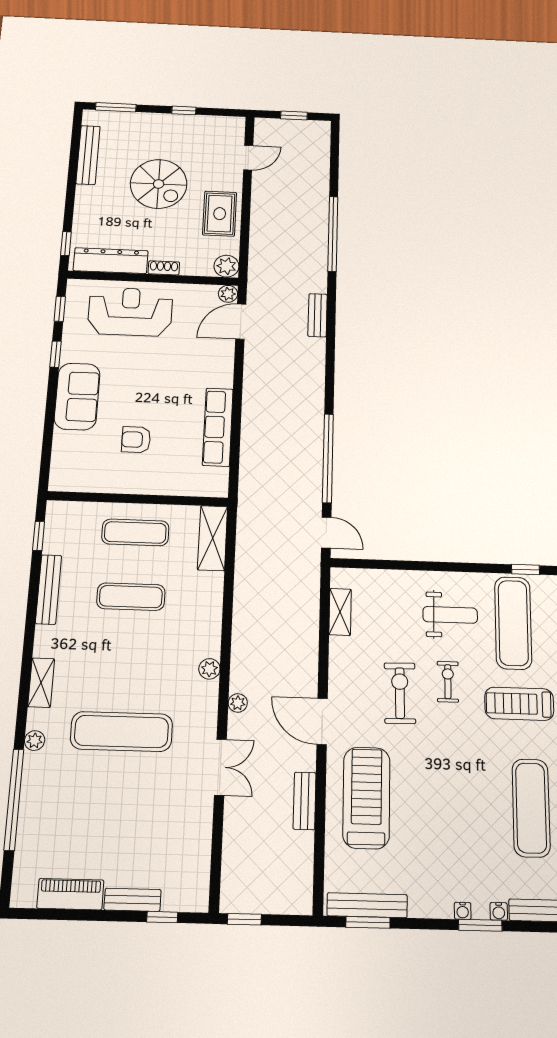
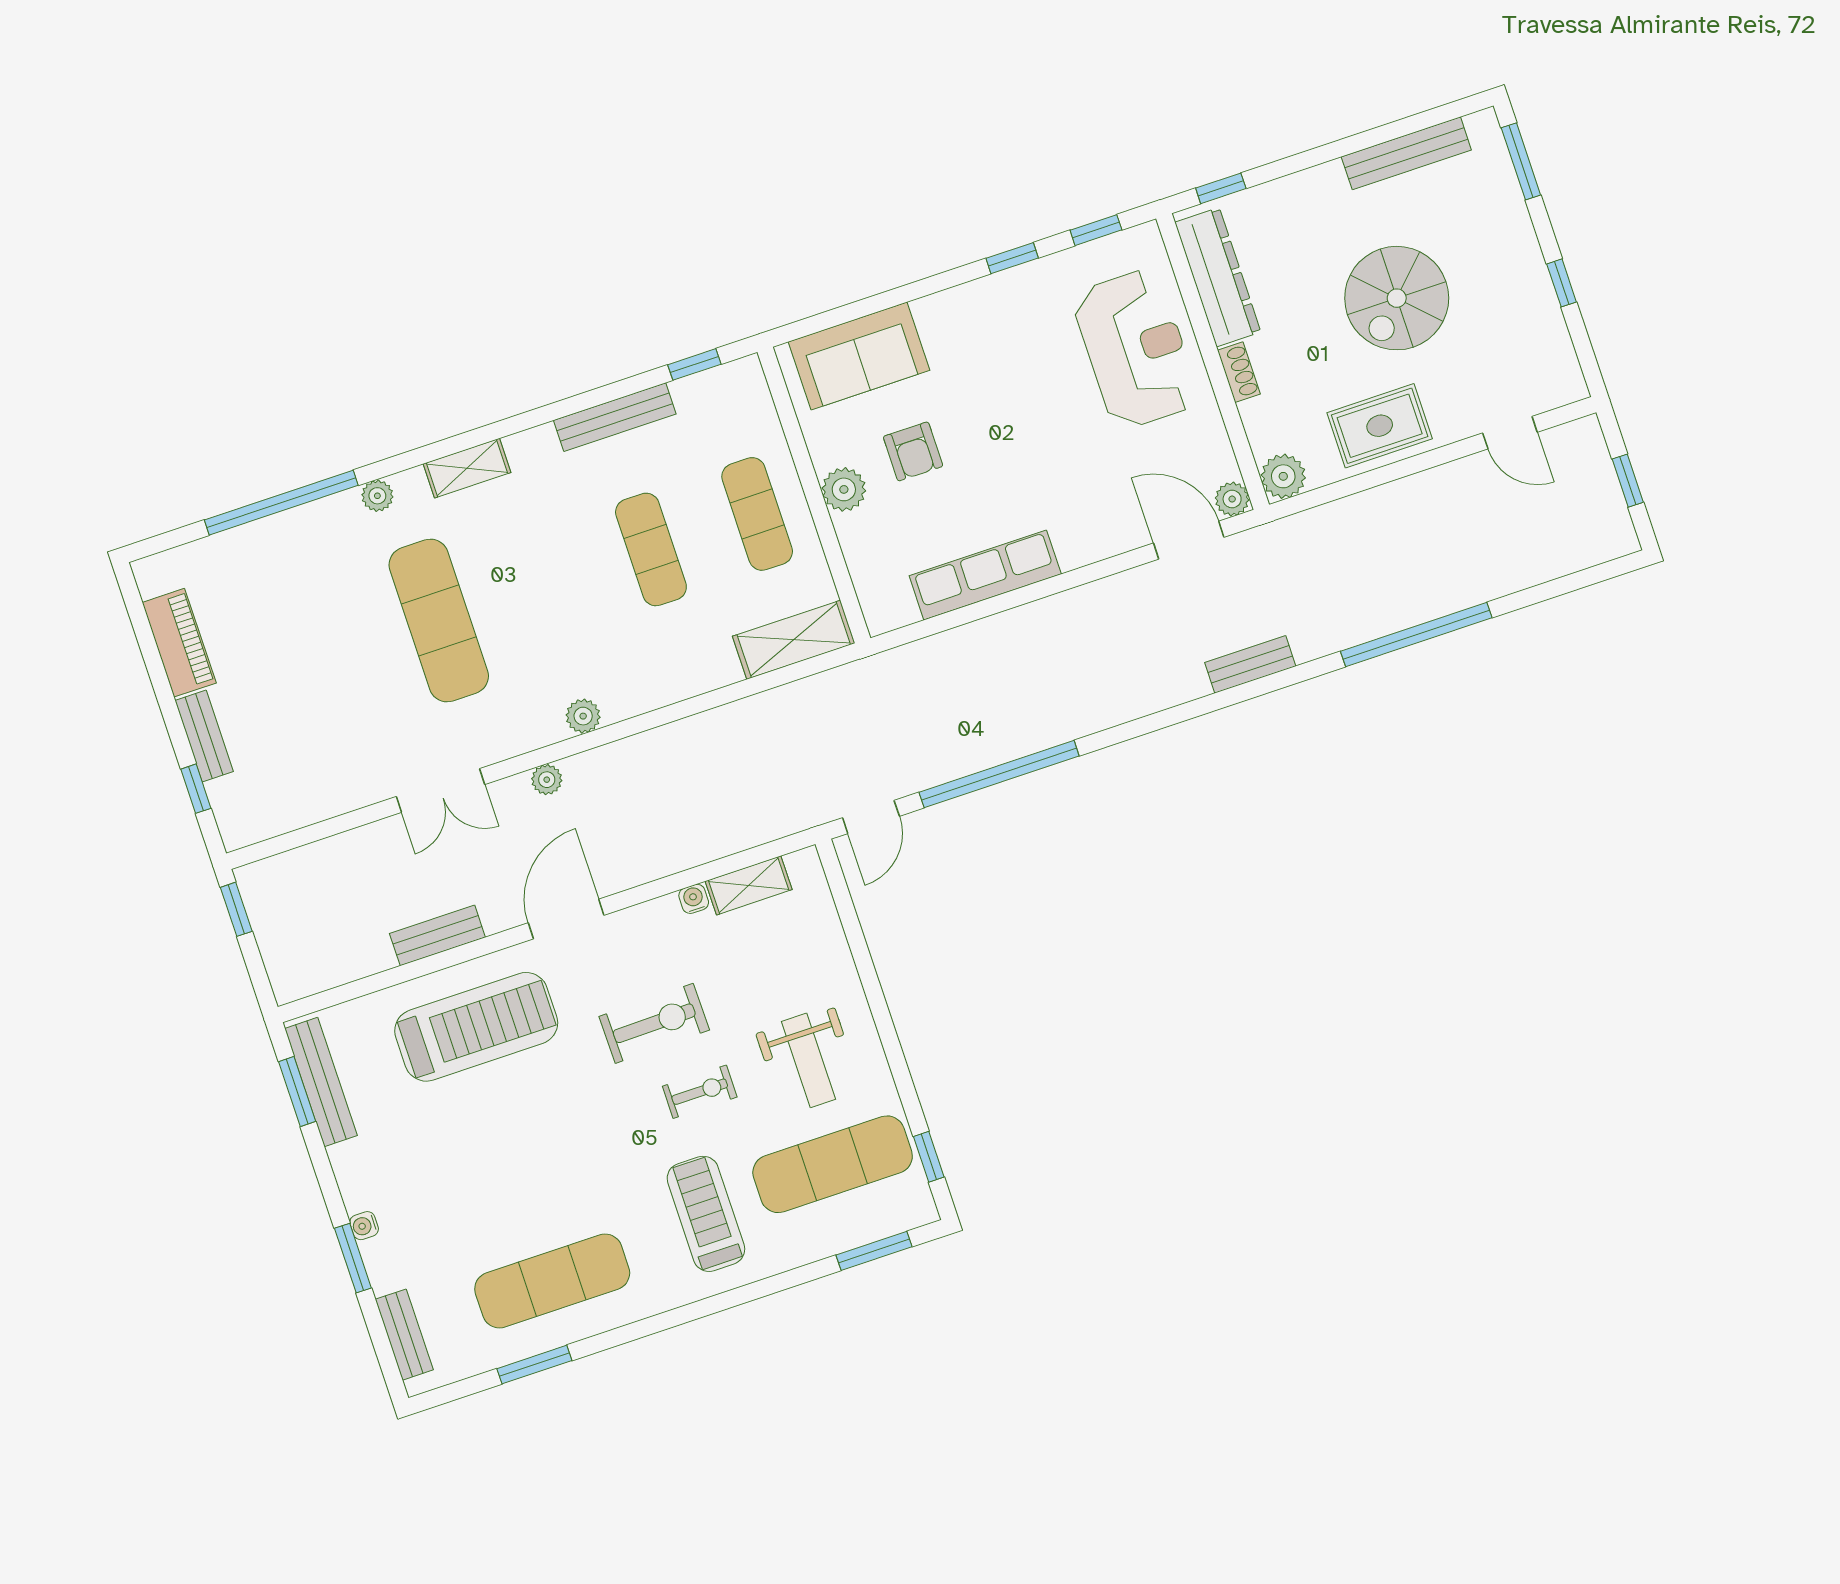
sofa: (77, 396) -> (859, 356), moved
armchair: (136, 440) -> (913, 451), turned 180
plant: (141, 482) -> (844, 489), added
water cooler: (499, 911) -> (694, 899), moved, turned 90

